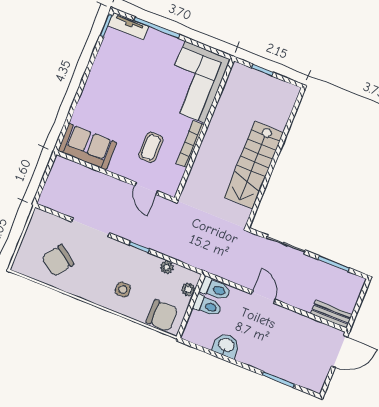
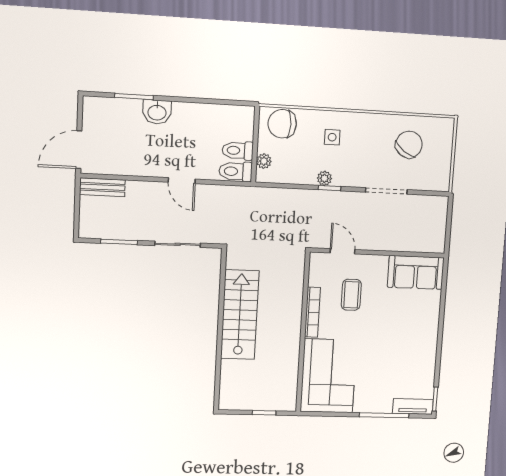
plant: (167, 267) -> (324, 178), moved
washbasin: (226, 346) -> (157, 112), moved

